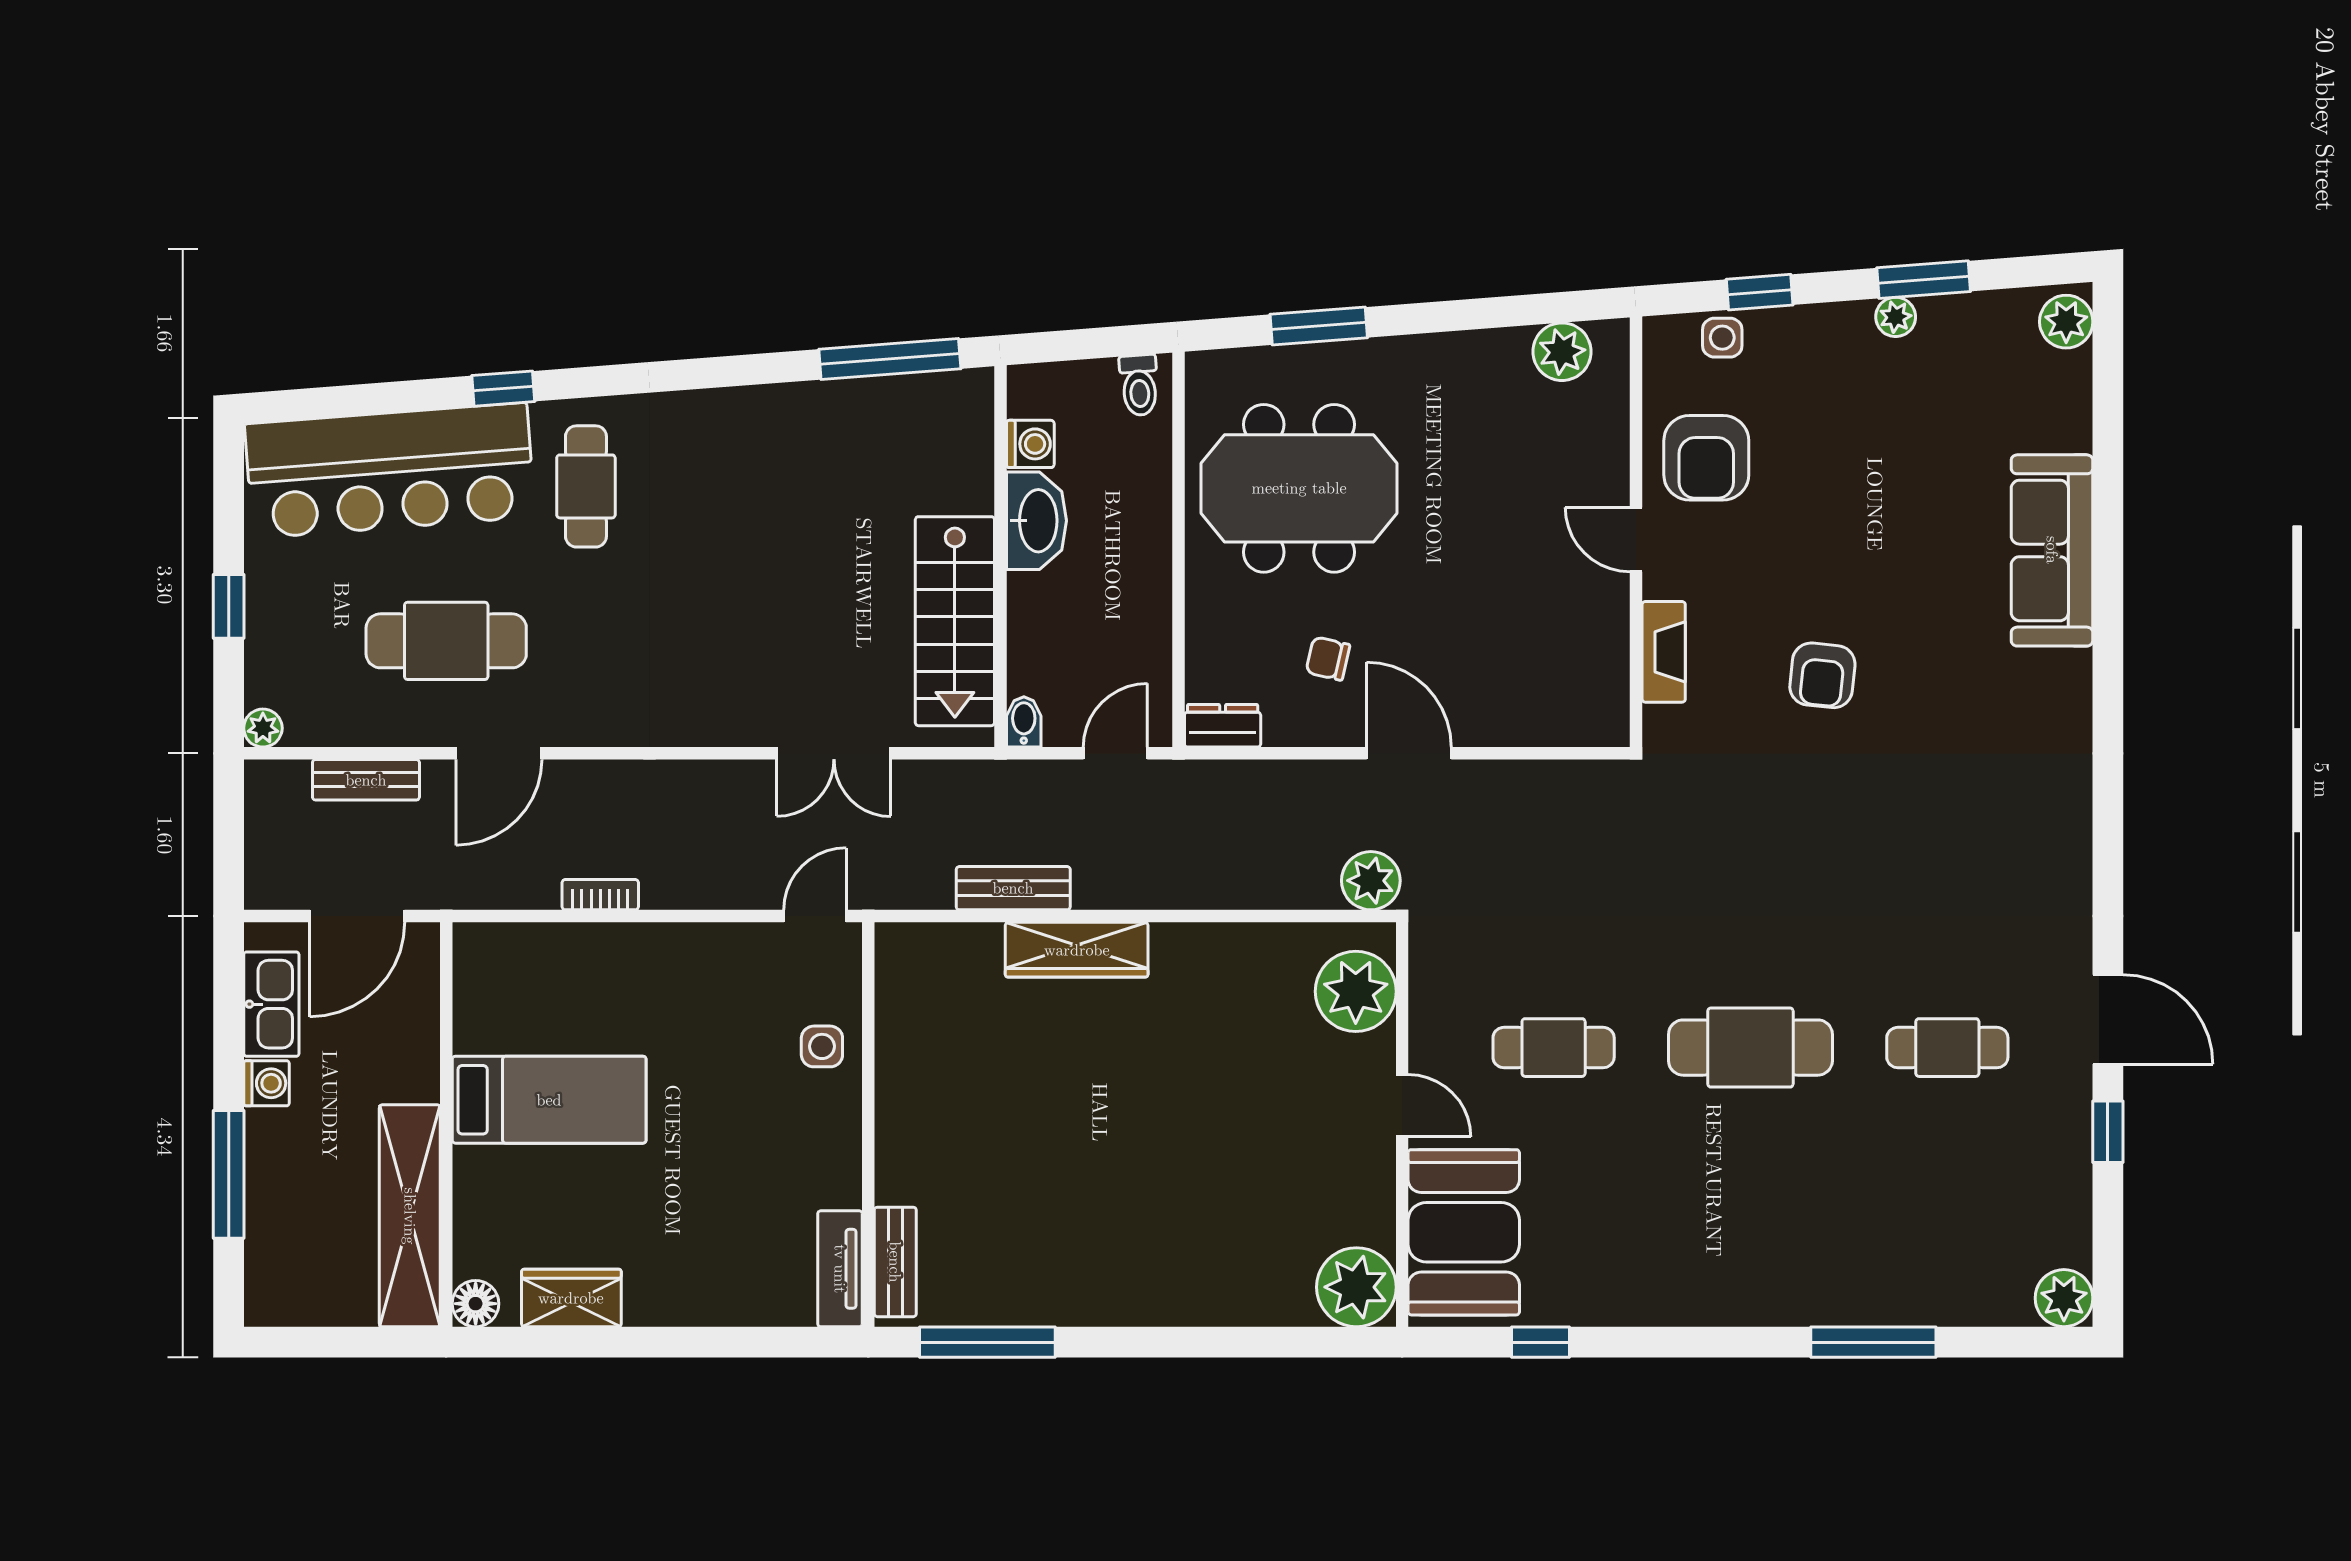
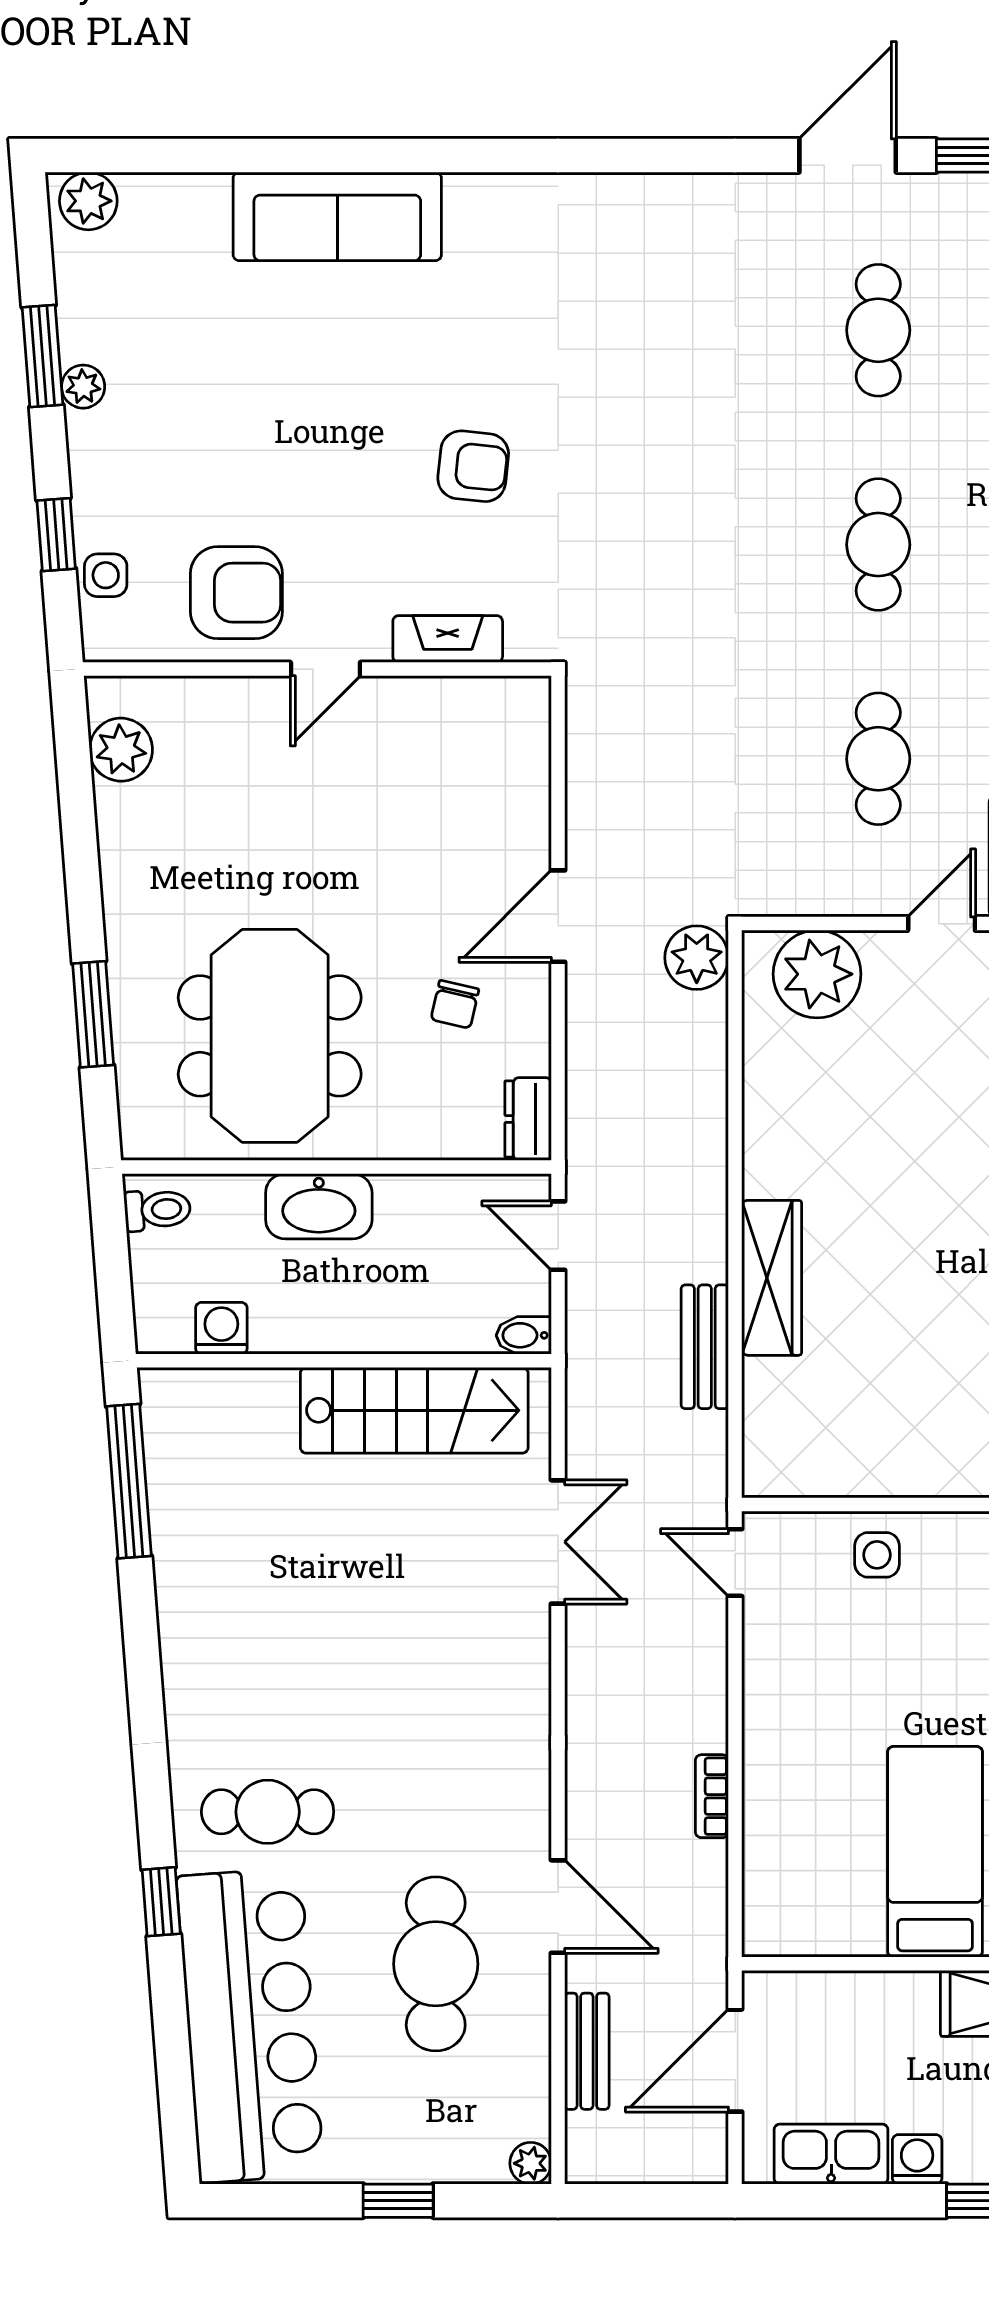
washbasin: (1036, 521) -> (319, 1206), moved, turned 180
door: (357, 916) -> (735, 2061), swing flipped
cafe table: (1750, 1048) -> (878, 545), width x0.73, depth x0.74

